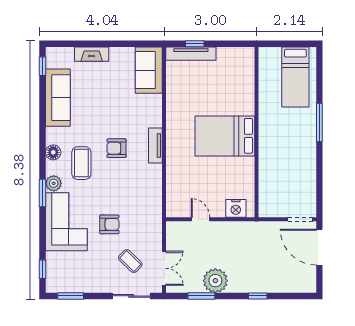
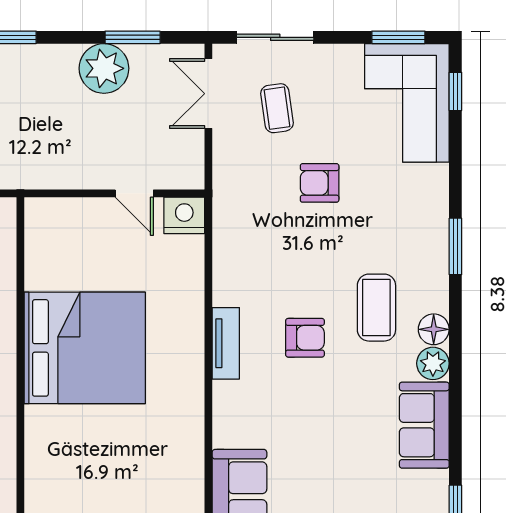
sofa: (58, 98) -> (424, 425), width x0.73
bed: (225, 136) -> (85, 348), width x1.36
plant: (54, 183) -> (433, 363), moved
nightstand: (236, 208) -> (184, 215), moved
corner sofa: (66, 222) -> (407, 103), moved
coffee table: (130, 261) -> (277, 108), turned 38

